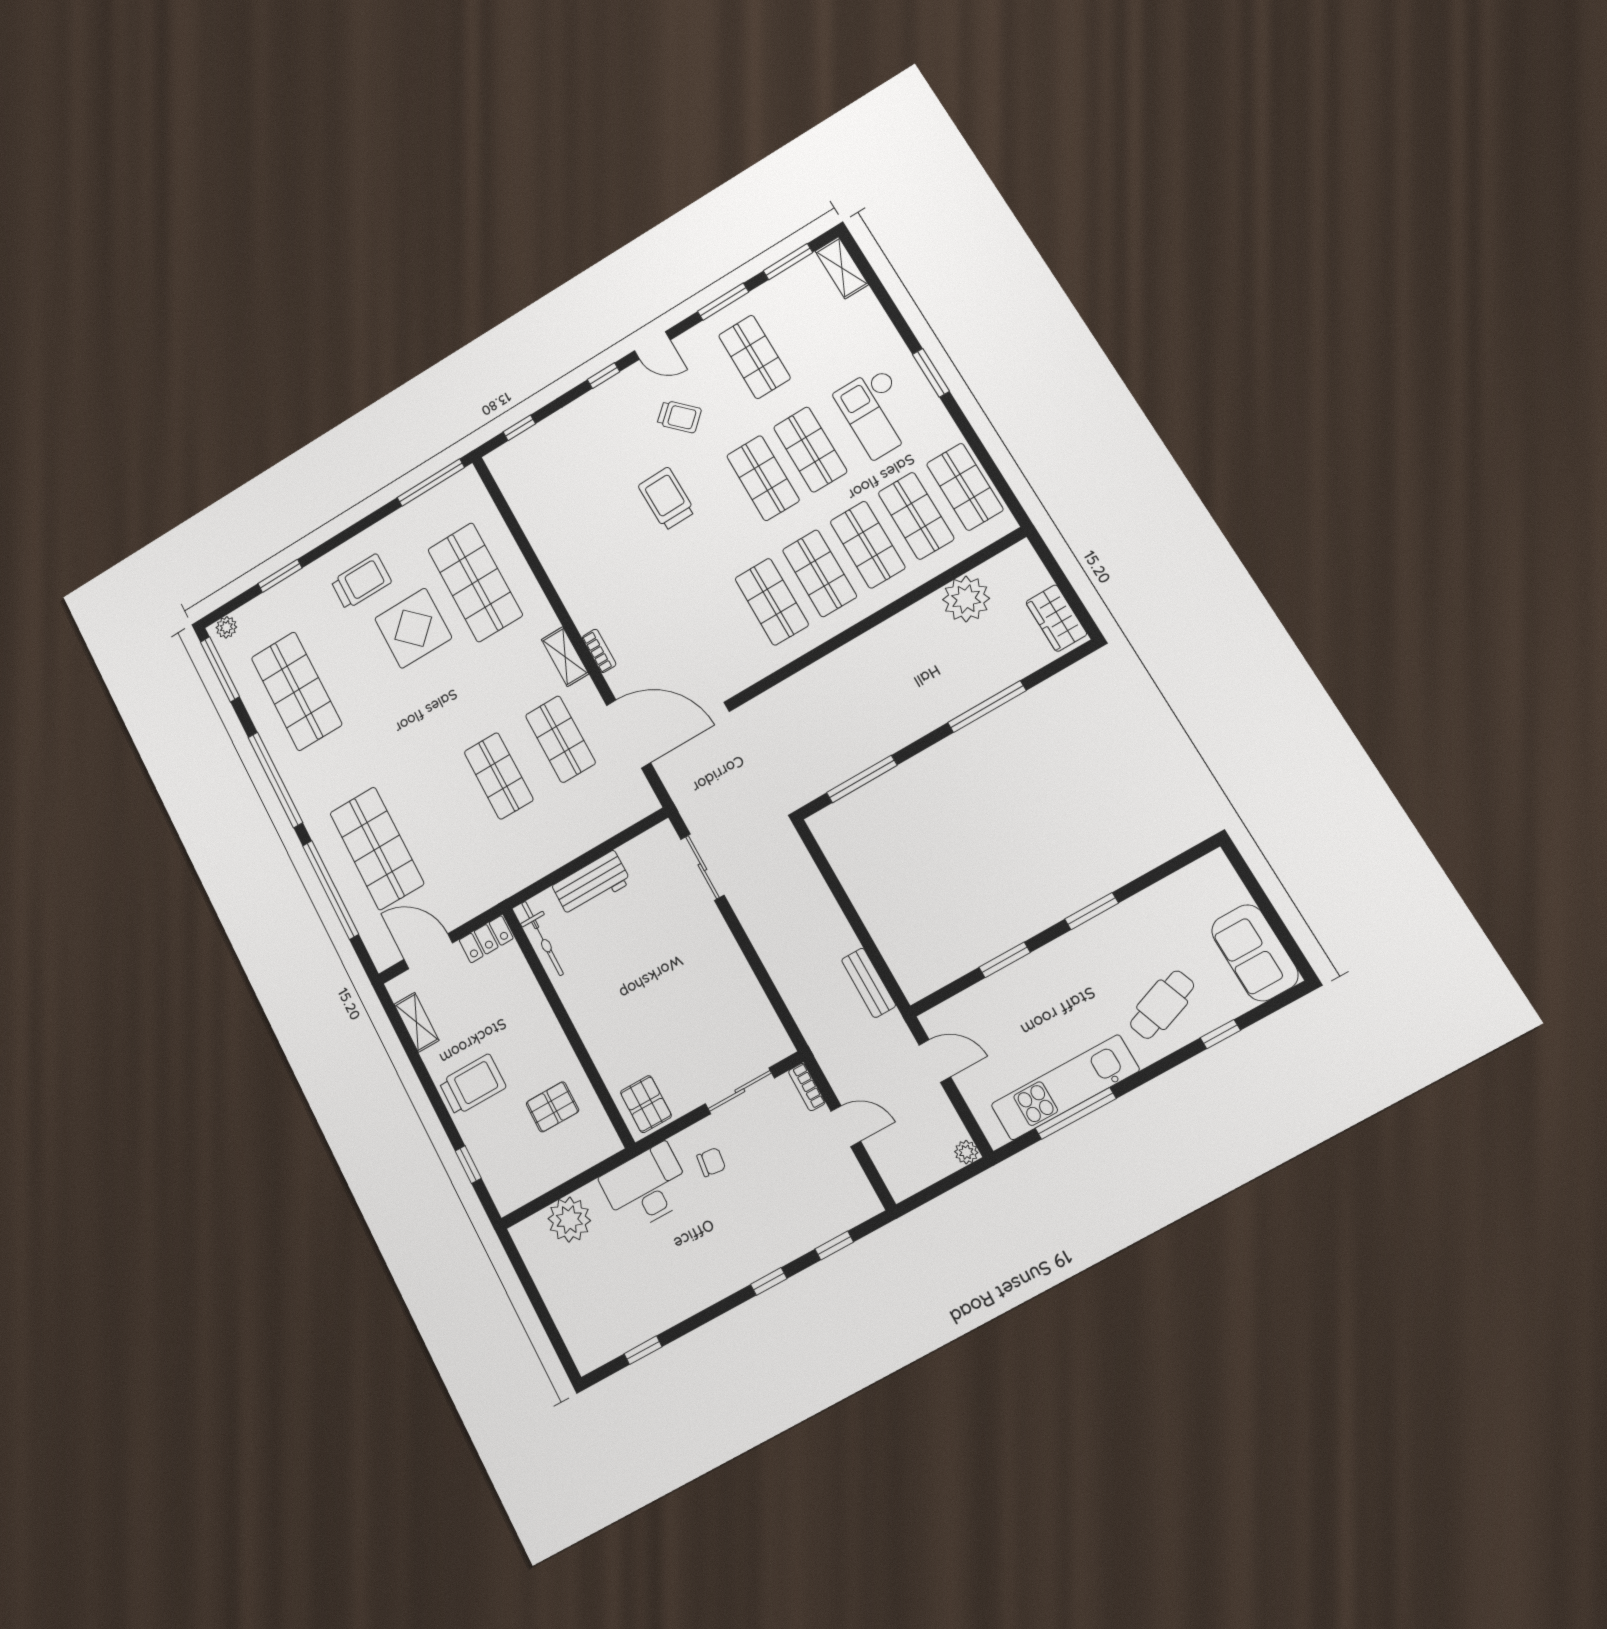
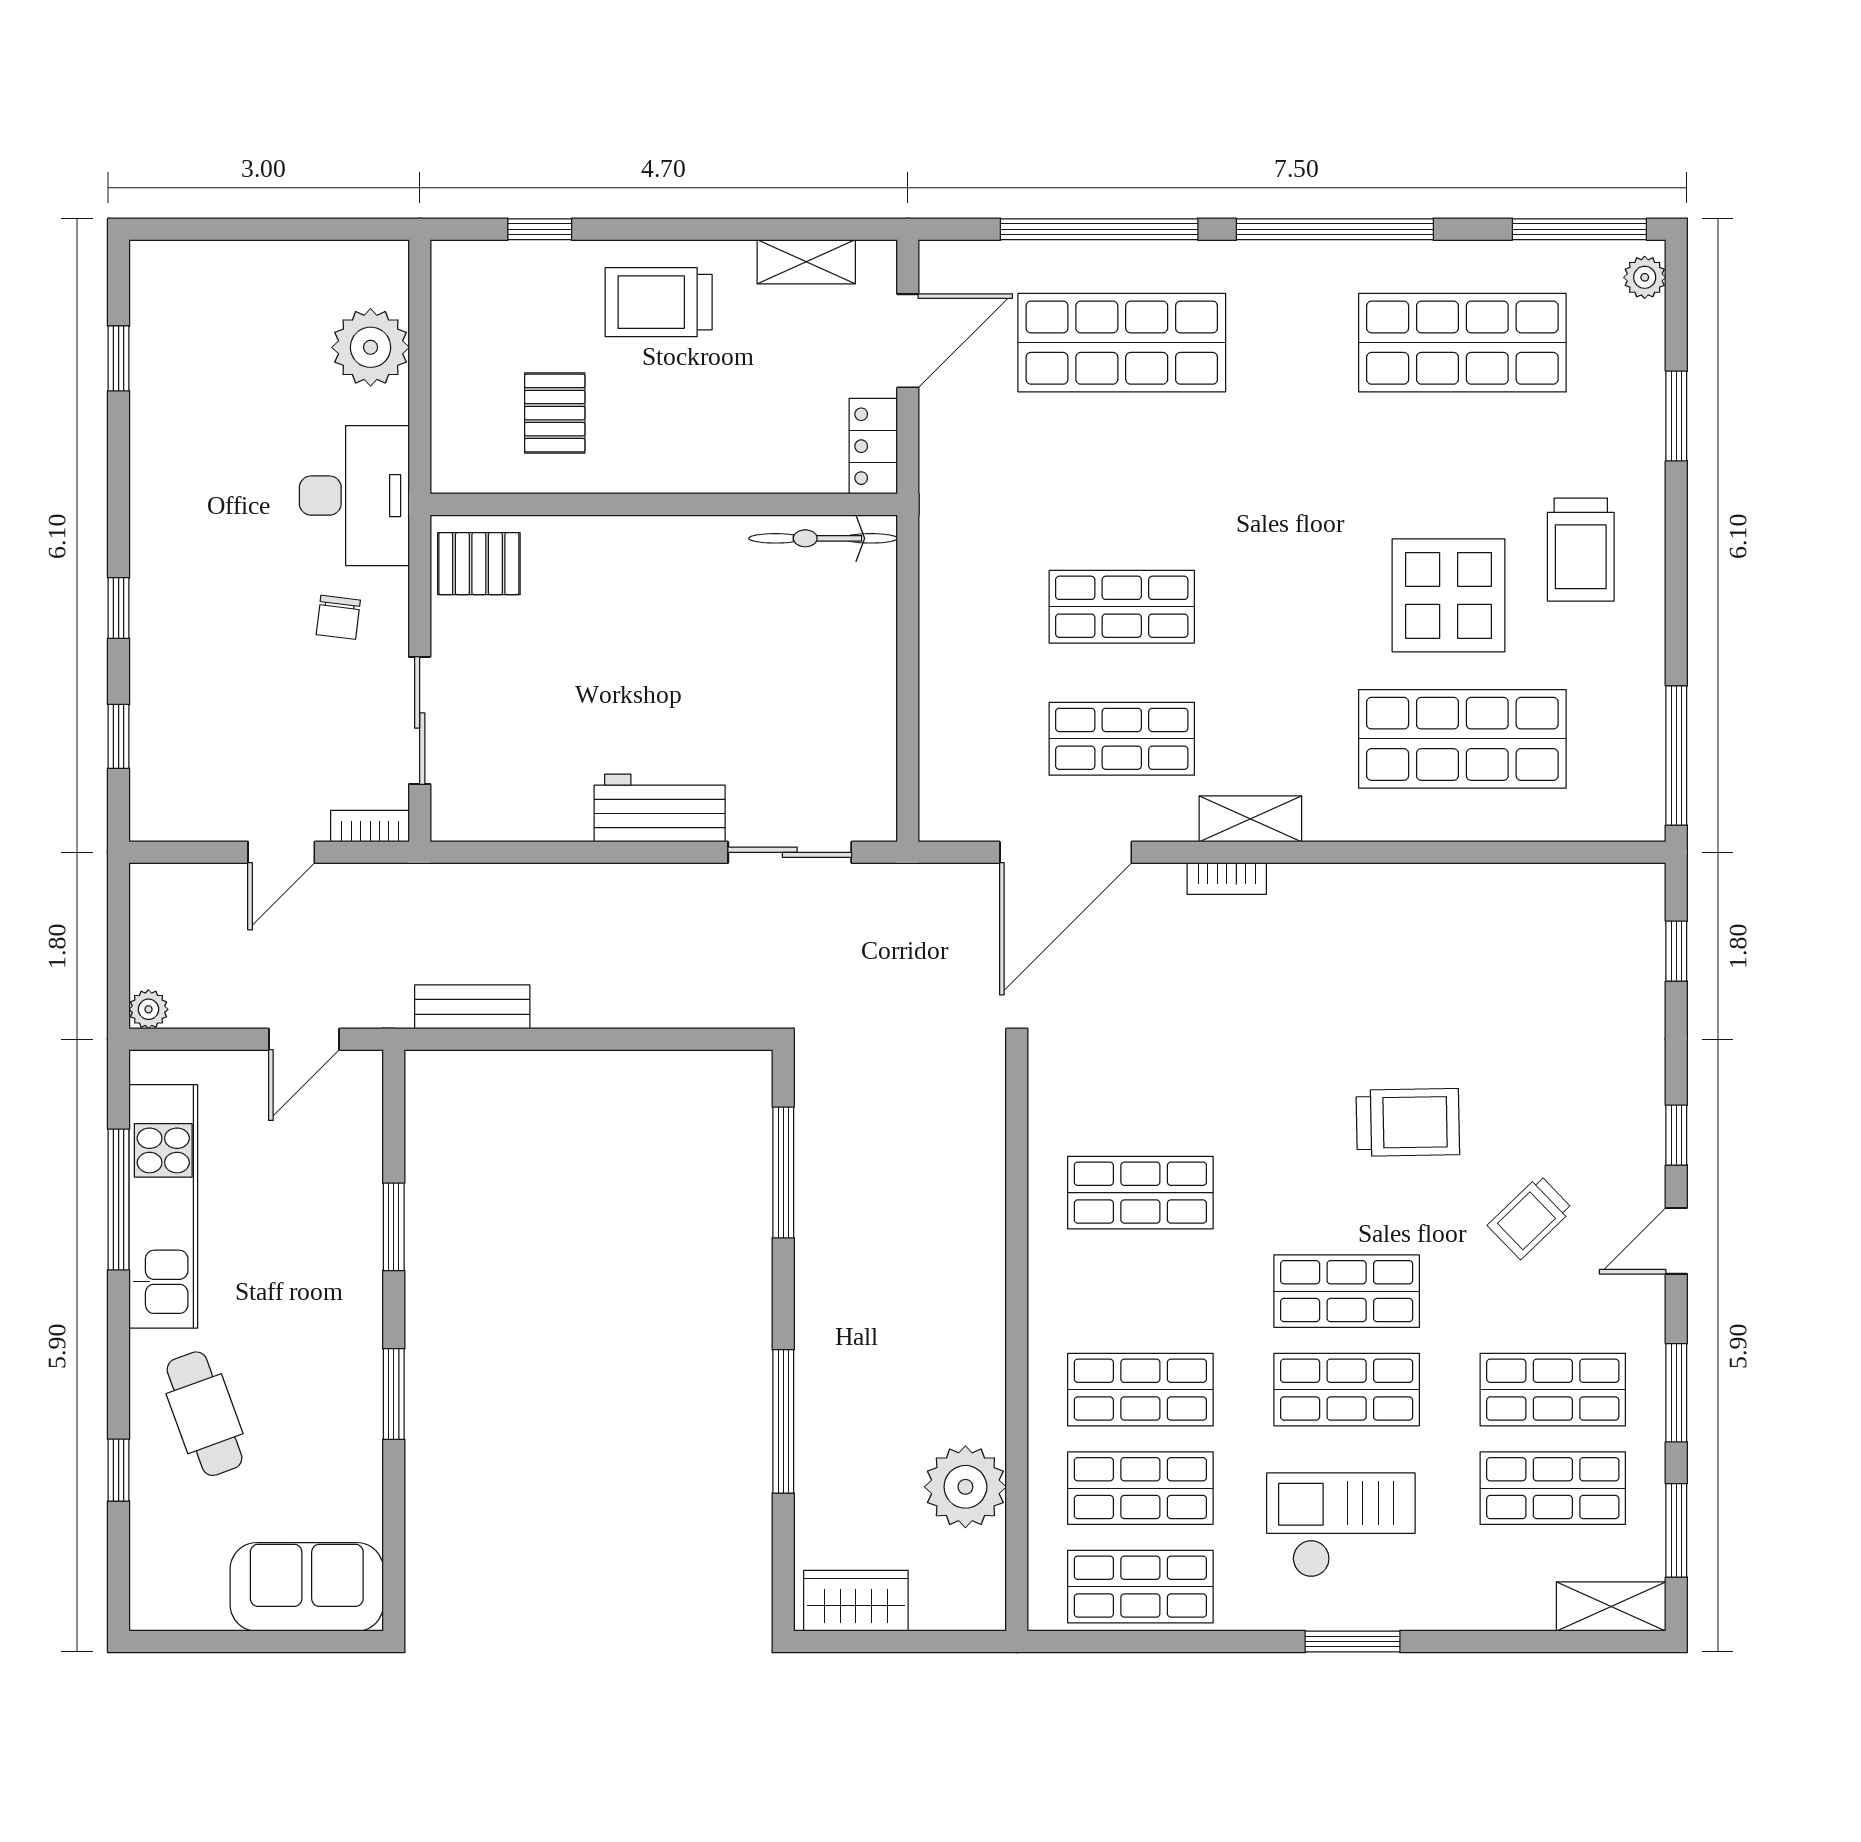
shop shelf: (820, 573) -> (1553, 1488), moved
workbench: (591, 884) -> (660, 808), moved, turned 90
sofa: (1255, 953) -> (307, 1587), moved
trolley: (473, 1085) -> (659, 302), turned 90

